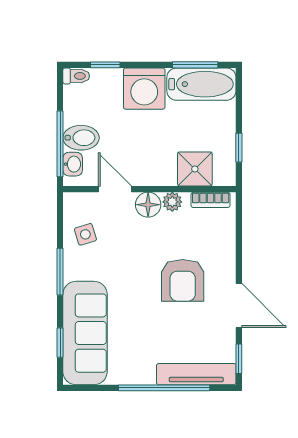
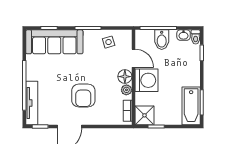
washing machine: (144, 89) -> (146, 80), moved, turned 180
washbasin: (73, 164) -> (184, 35), moved
shower: (195, 169) -> (144, 115), moved
door: (115, 189) -> (133, 58), hinge flipped
armchair: (183, 280) -> (83, 96), turned -90

